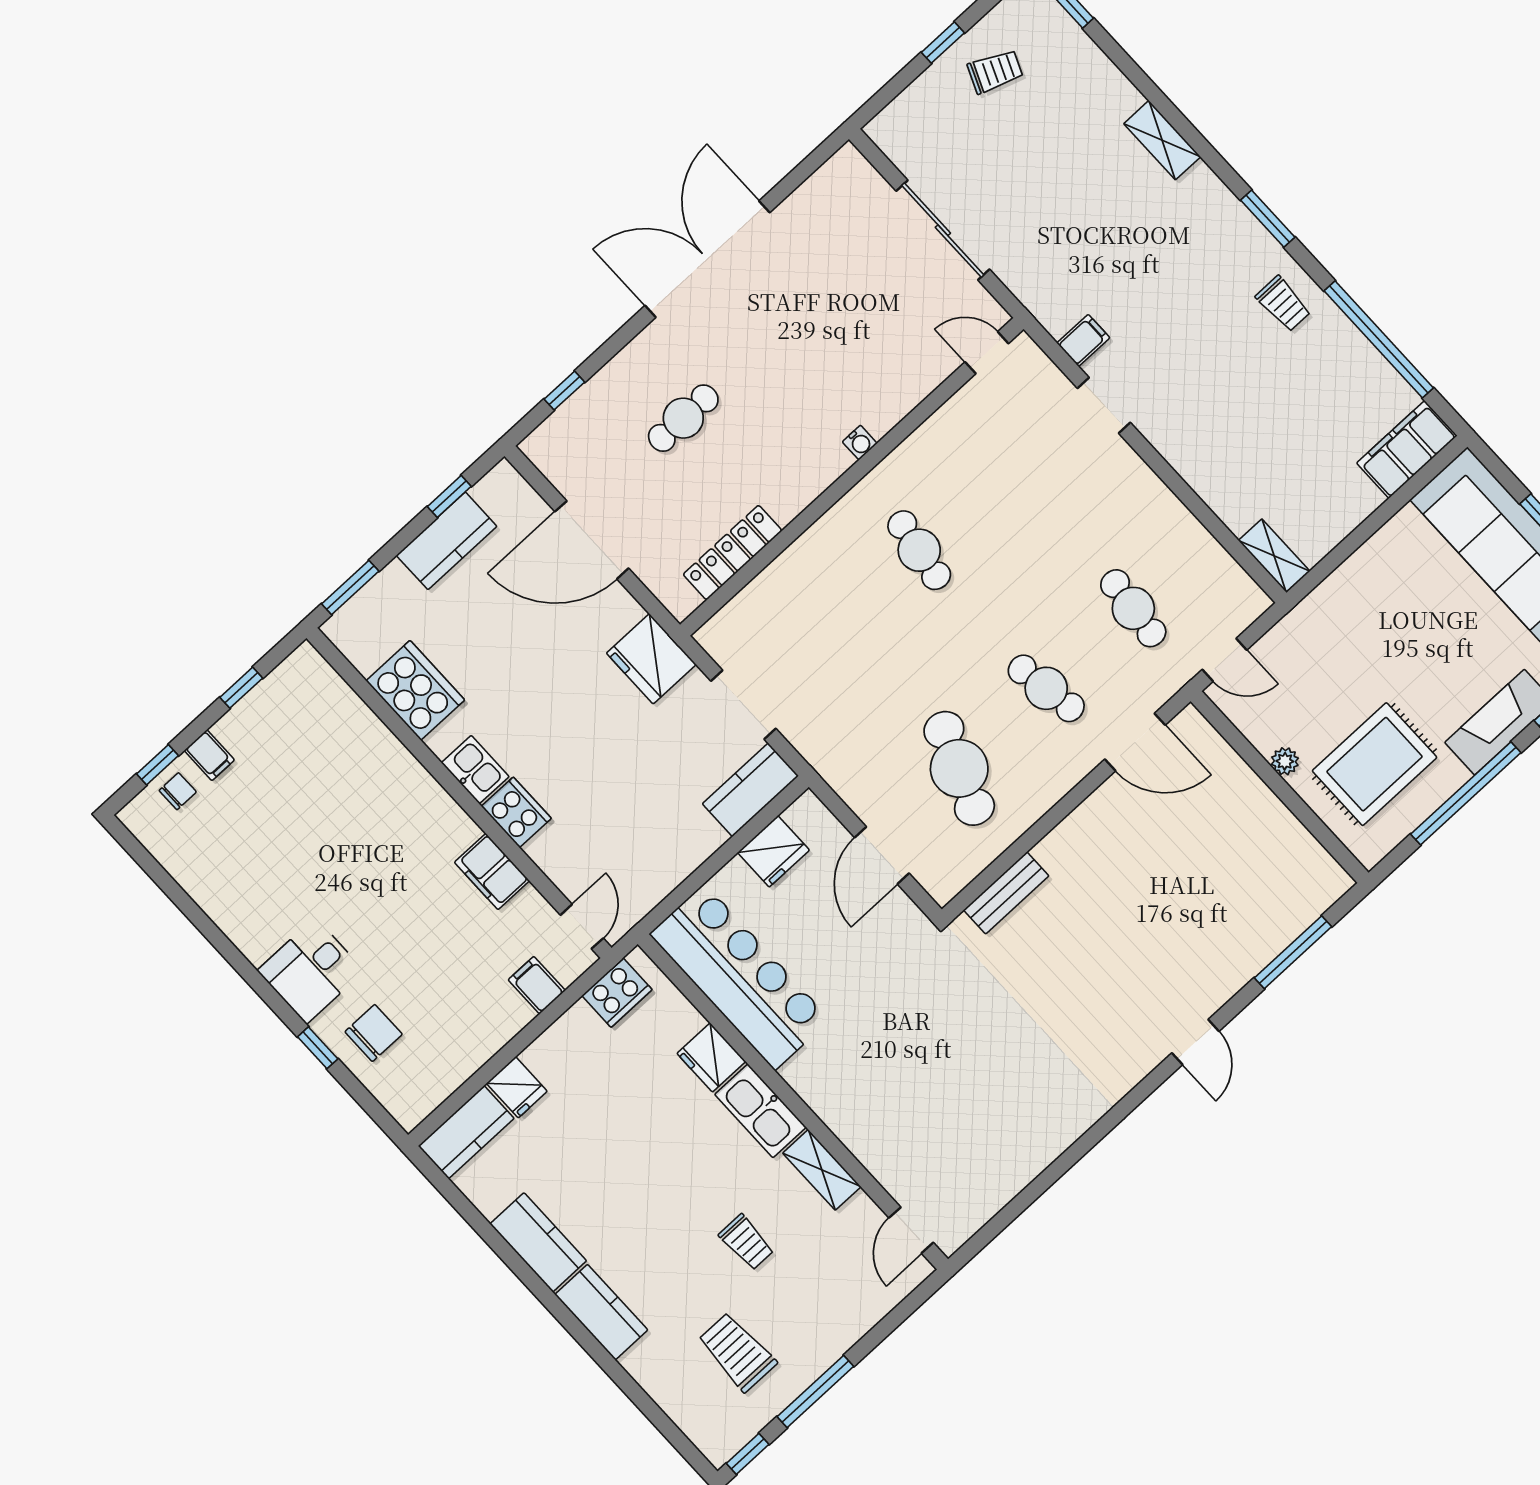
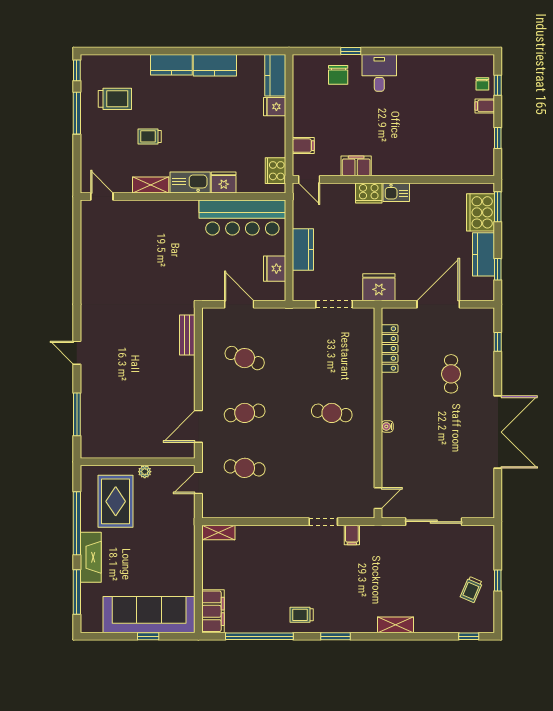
cooker: (415, 690) -> (480, 212), moved, turned 90
cafe table: (959, 768) -> (245, 358), width x0.73, depth x0.74
kitchen counter: (750, 790) -> (303, 249), moved

